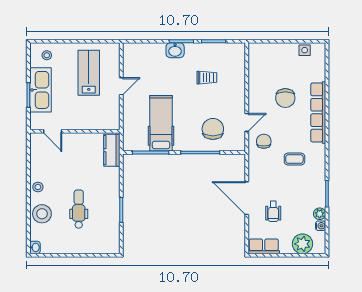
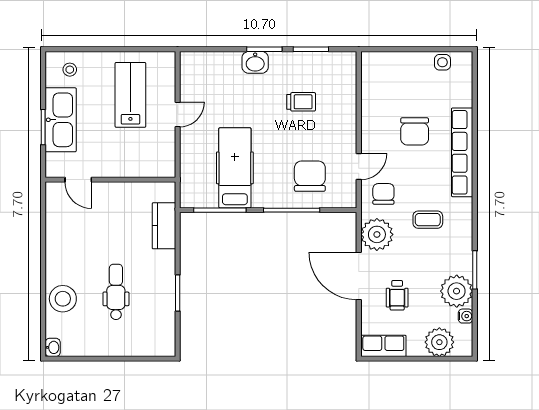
kitchen counter: (112, 150) -> (164, 226), moved
plant: (259, 169) -> (377, 234), added
stool: (38, 187) -> (57, 260), removed
plant: (320, 214) -> (457, 291), width x1.88, depth x1.88

